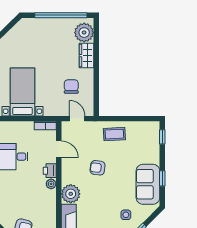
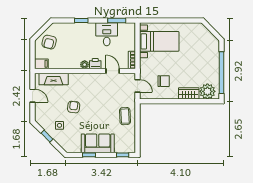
door: (77, 119) -> (138, 86), hinge flipped
door: (59, 149) -> (113, 71), swing flipped
armchair: (98, 168) -> (74, 107), moved
sofa: (148, 184) -> (98, 143), moved
plant: (71, 194) -> (76, 81), removed

